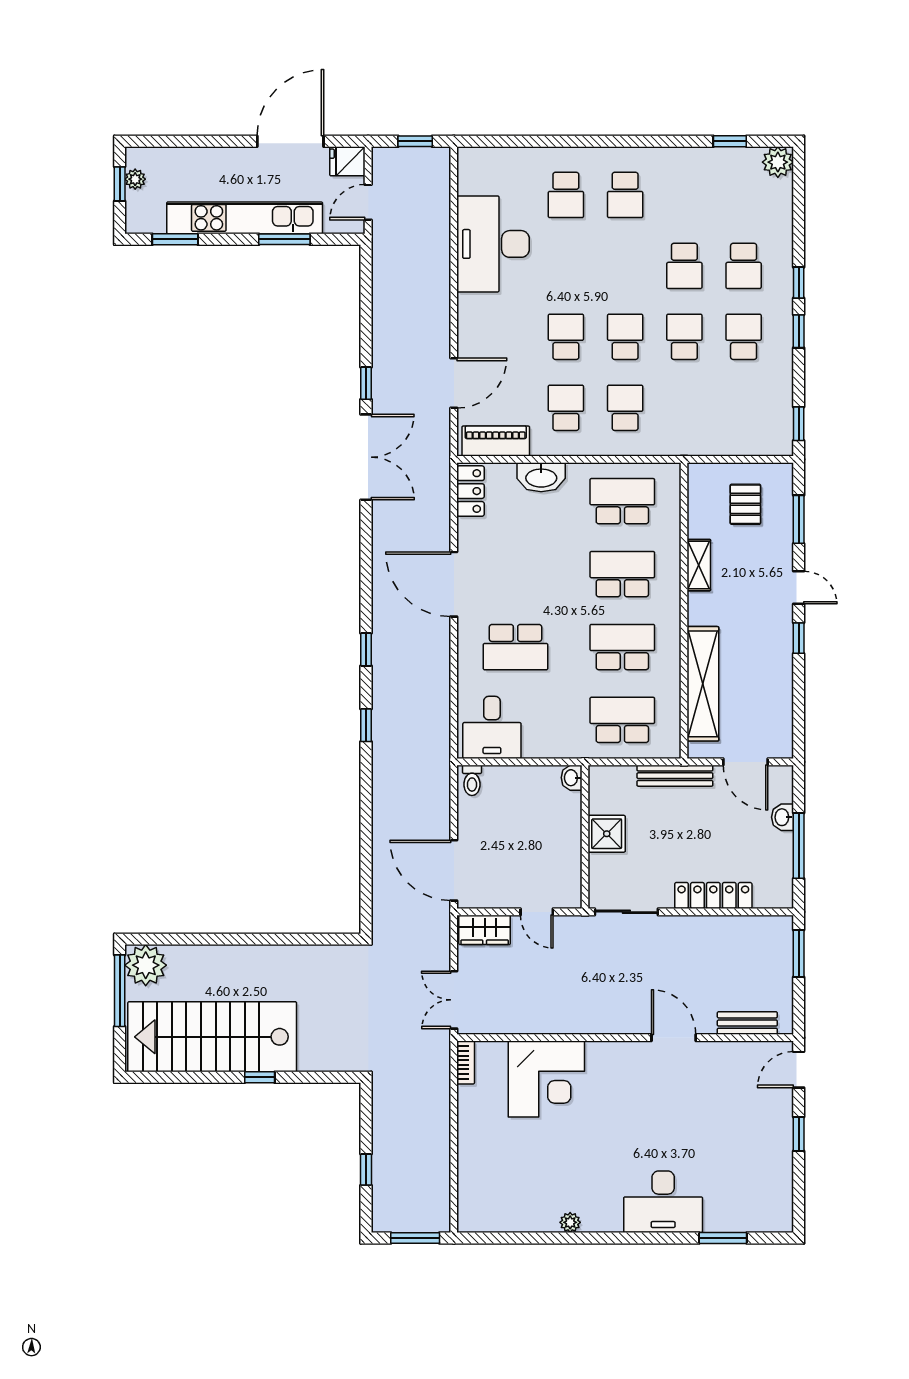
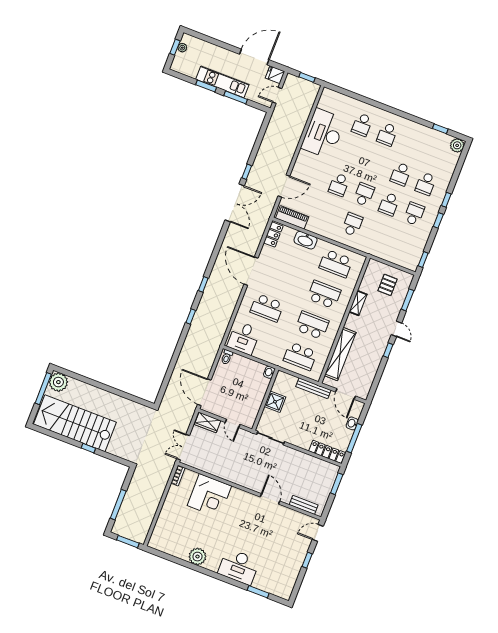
kitchen unit: (245, 218) -> (222, 82), width x0.73
window: (175, 239) -> (206, 86), moved
school desk: (566, 337) -> (339, 185), turned 180
school desk: (684, 337) -> (389, 204), turned 180
school desk: (566, 408) -> (327, 215), removed
school desk: (622, 501) -> (336, 264), turned 180
school desk: (622, 720) -> (300, 356), turned 180
locker: (713, 895) -> (327, 452), moved
window: (366, 1170) -> (118, 505), width x2.17
plant: (570, 1222) -> (197, 557), width x1.88, depth x1.88

